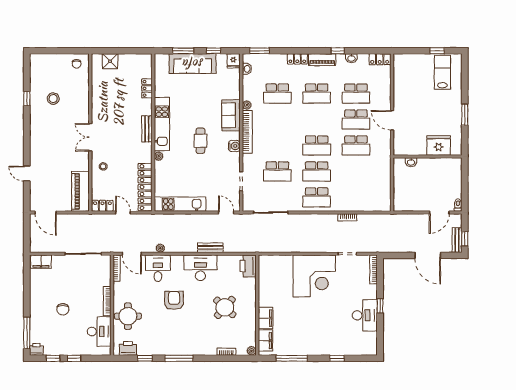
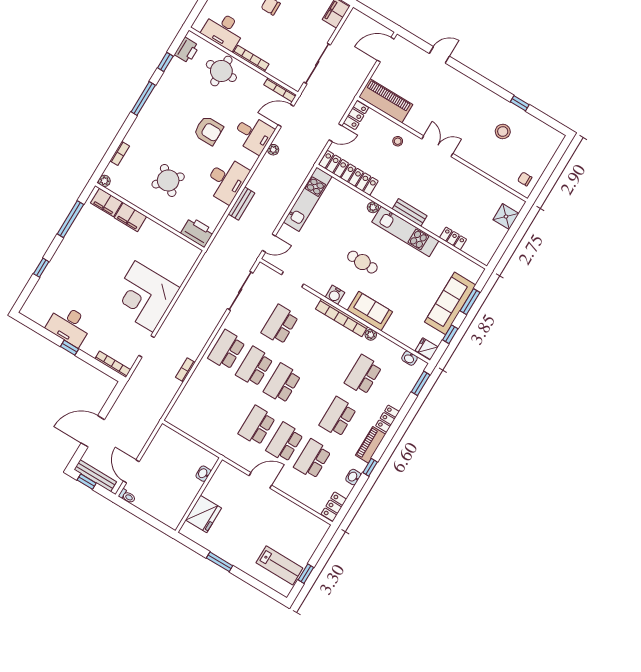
bench: (457, 240) -> (95, 476), width x1.36

